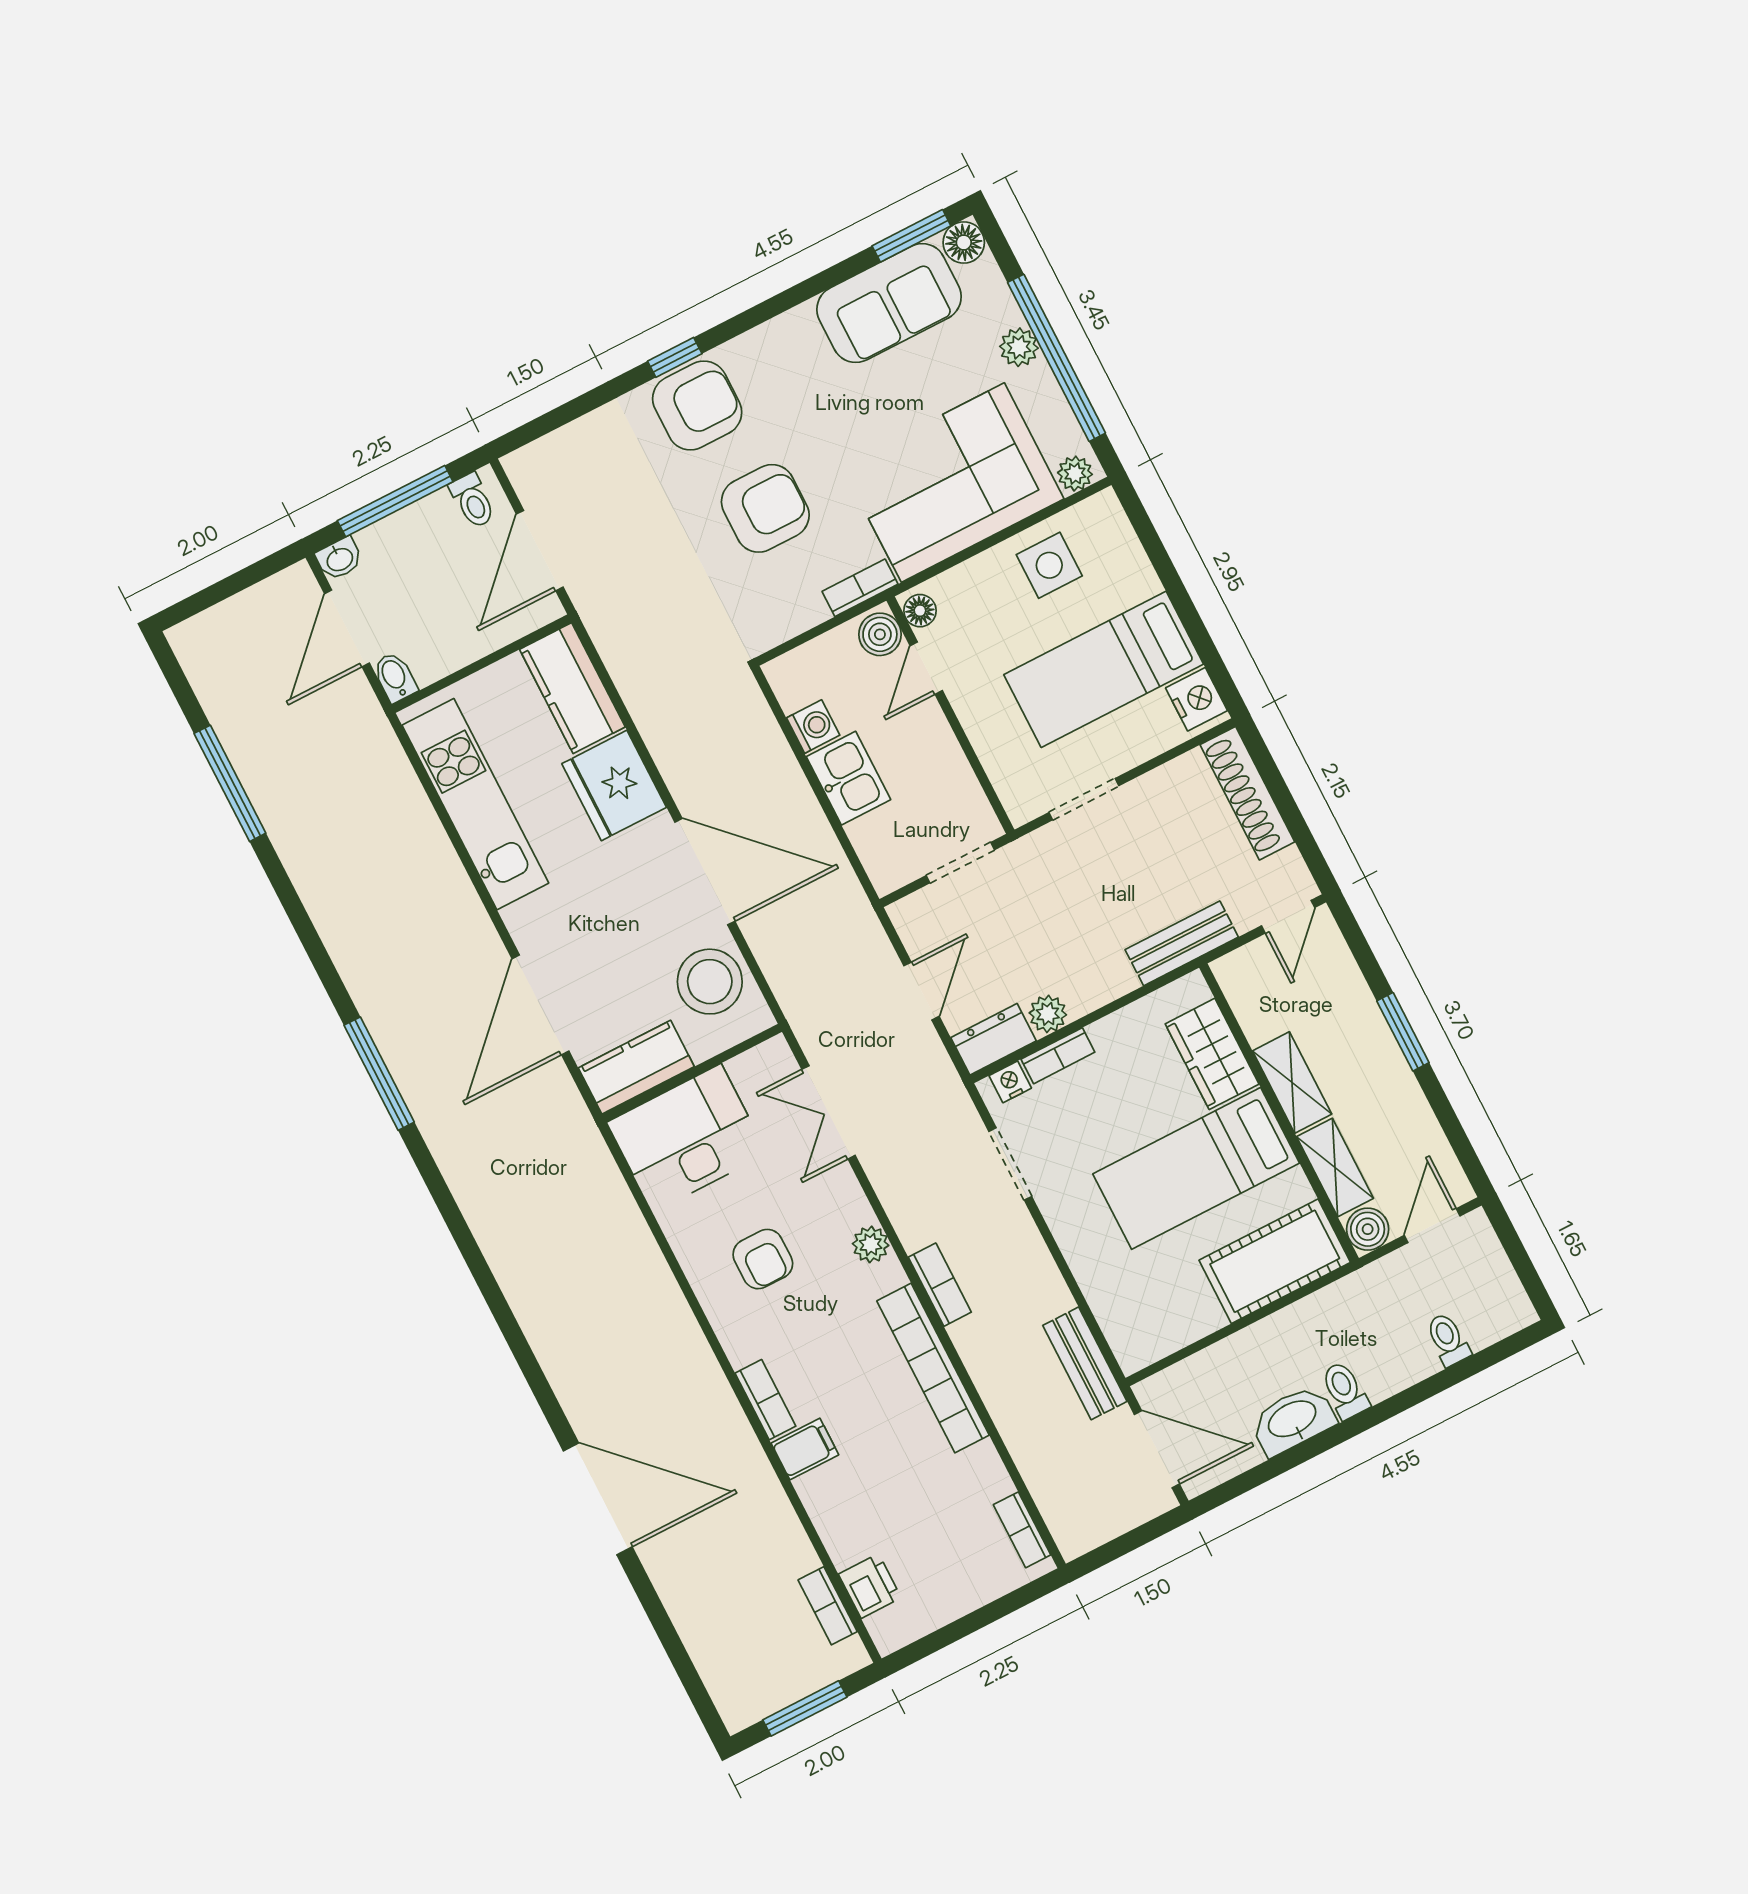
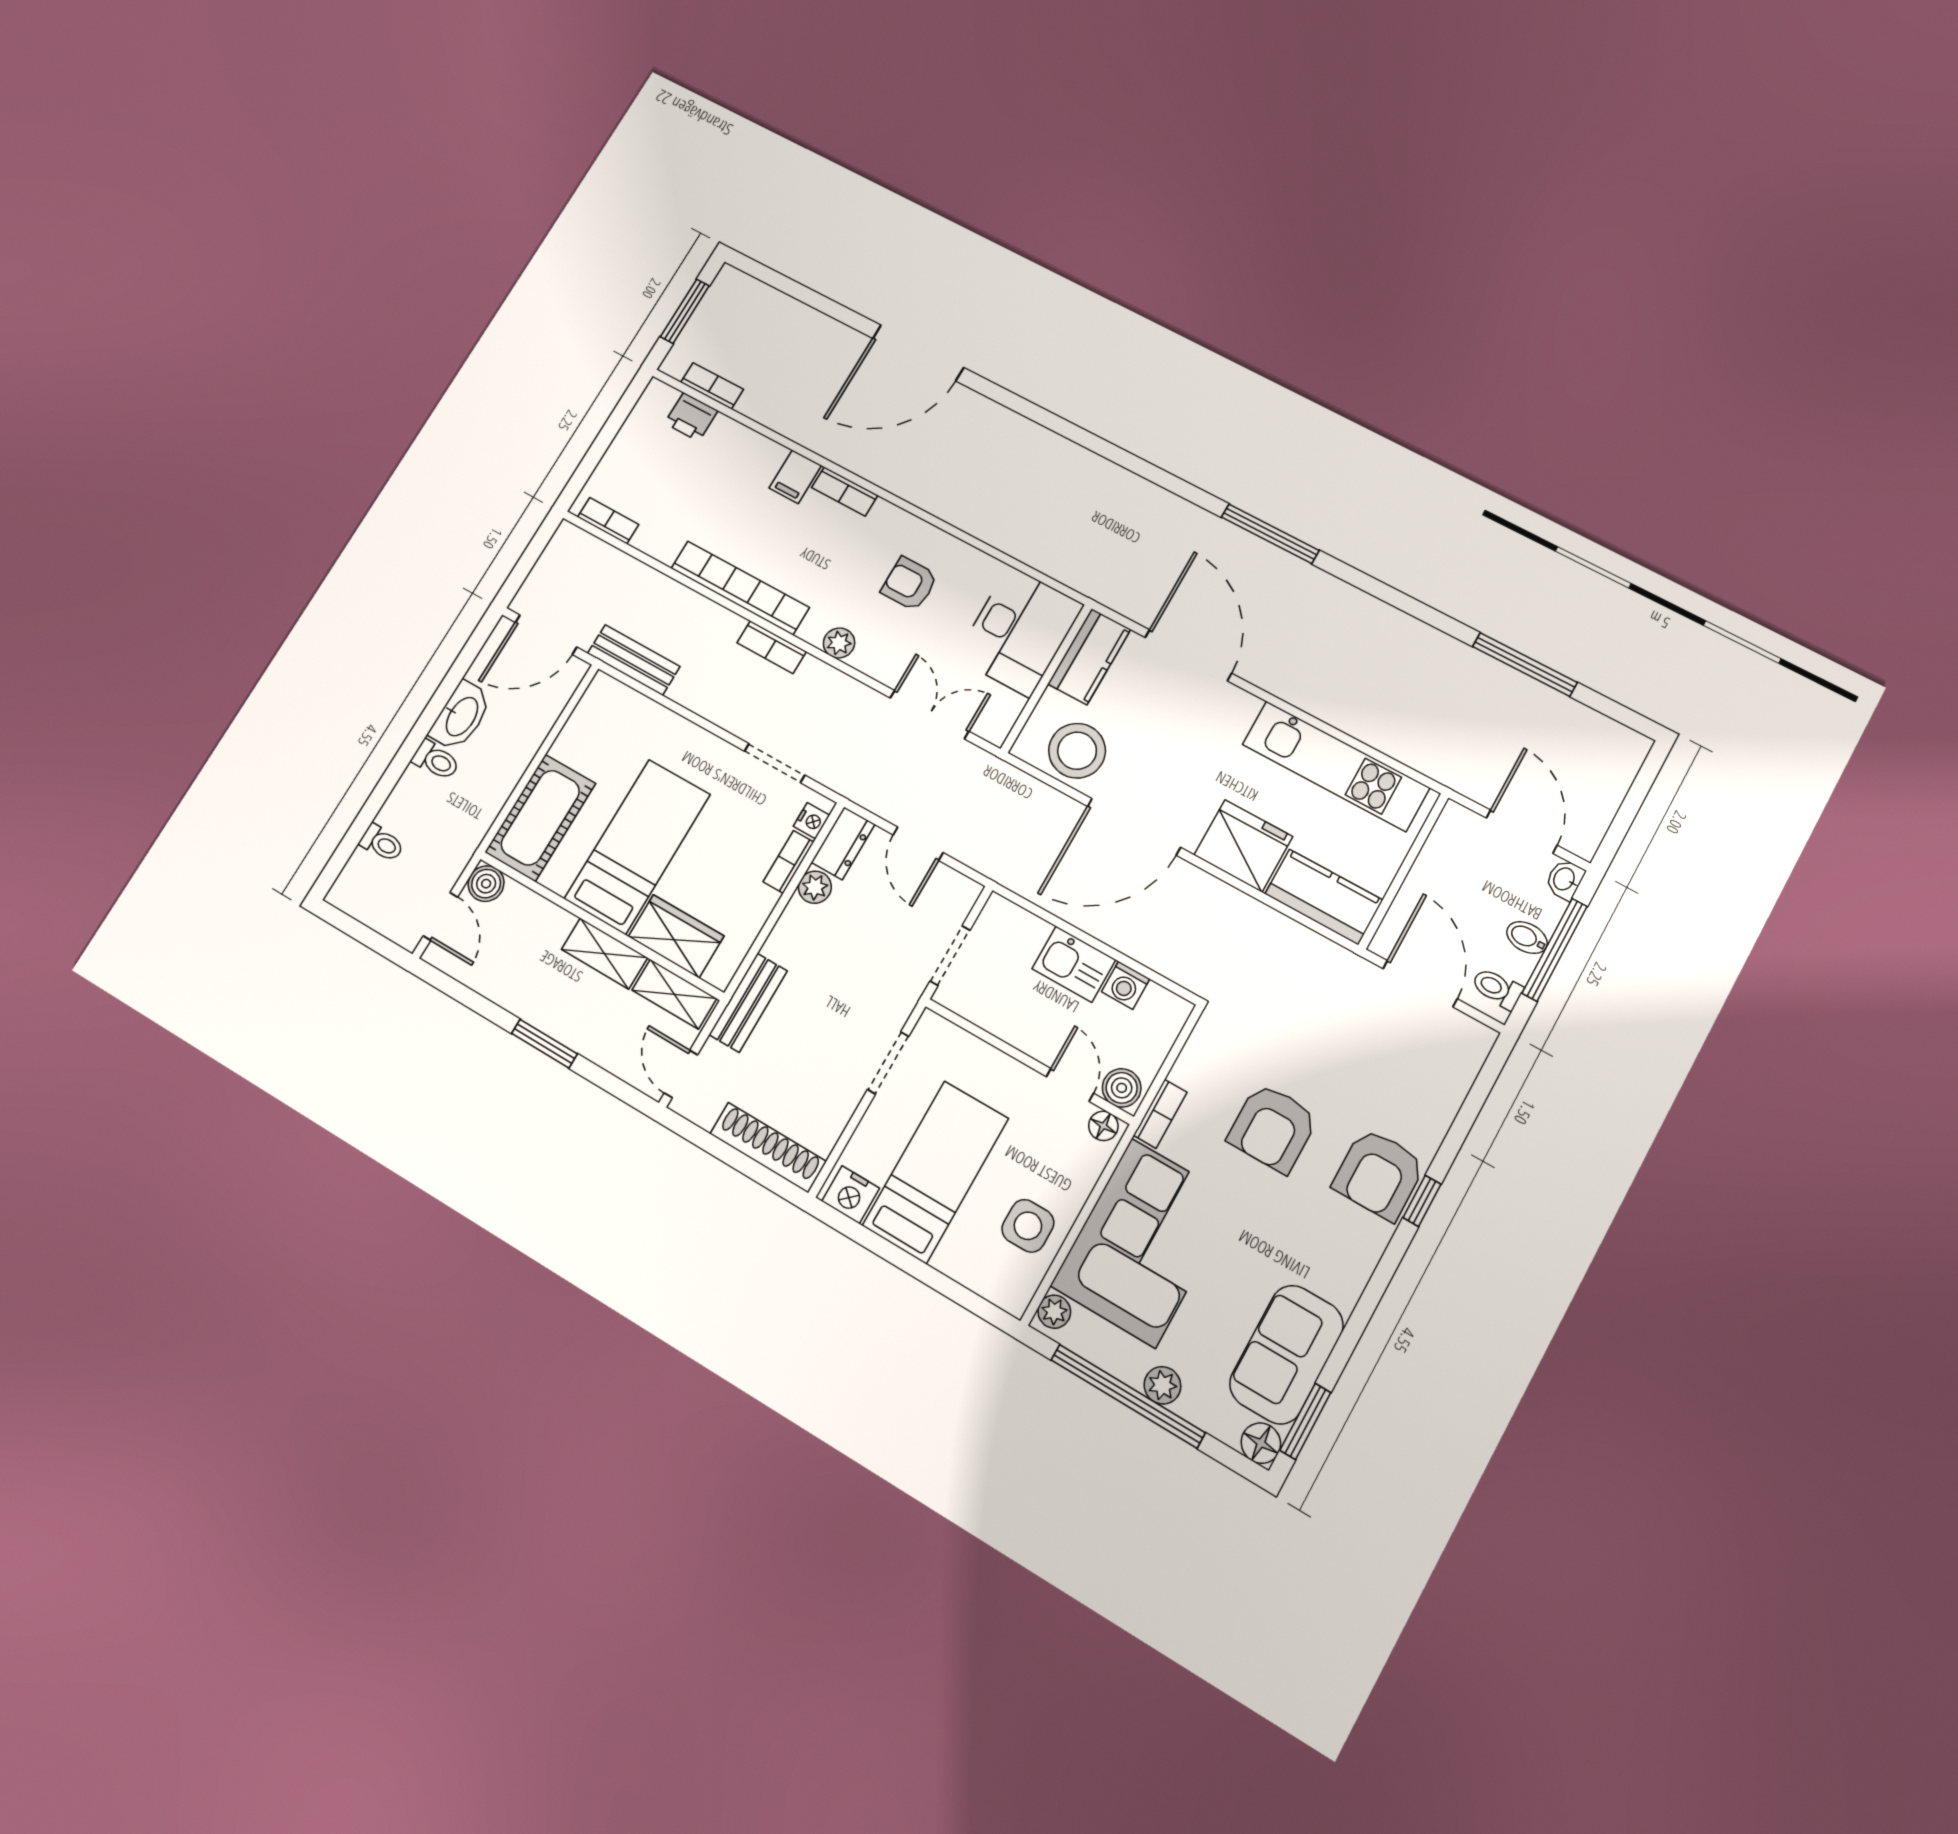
bidet: (395, 677) -> (1527, 938), moved, turned 180
shelving: (1335, 1167) -> (674, 994), moved

